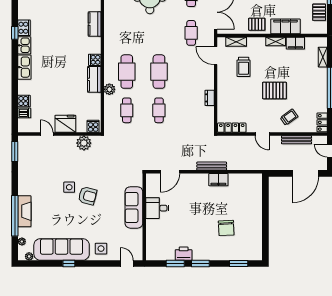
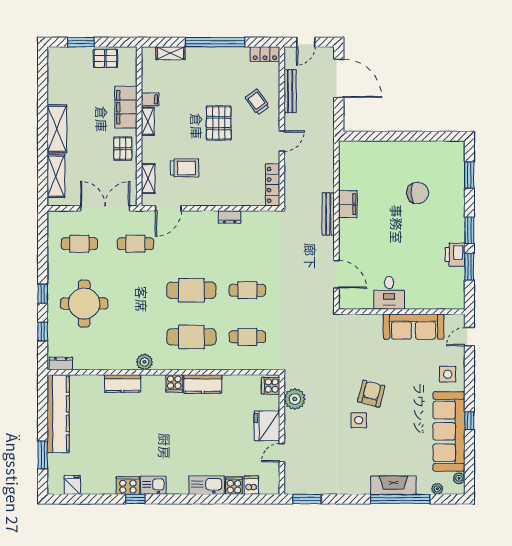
filing cabinet: (295, 43) -> (150, 99), width x0.50
kitchen sink: (24, 67) -> (207, 485), moved
plant: (109, 89) -> (145, 362), moved
sofa: (134, 207) -> (414, 327), moved

